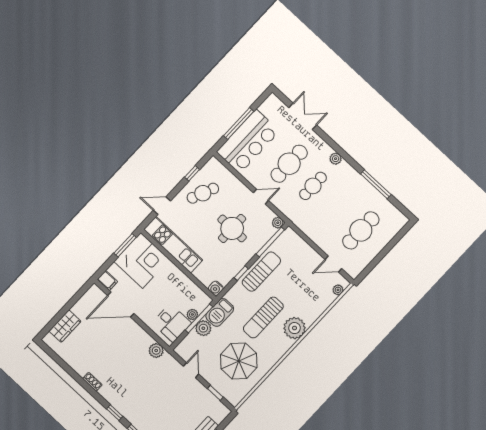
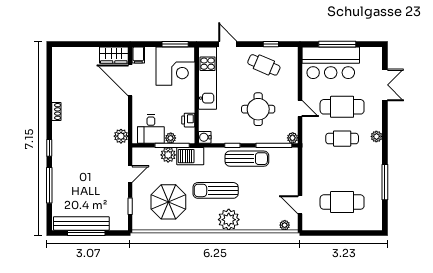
printer: (191, 289) -> (188, 120), added
wardrobe: (65, 326) -> (114, 55), moved

